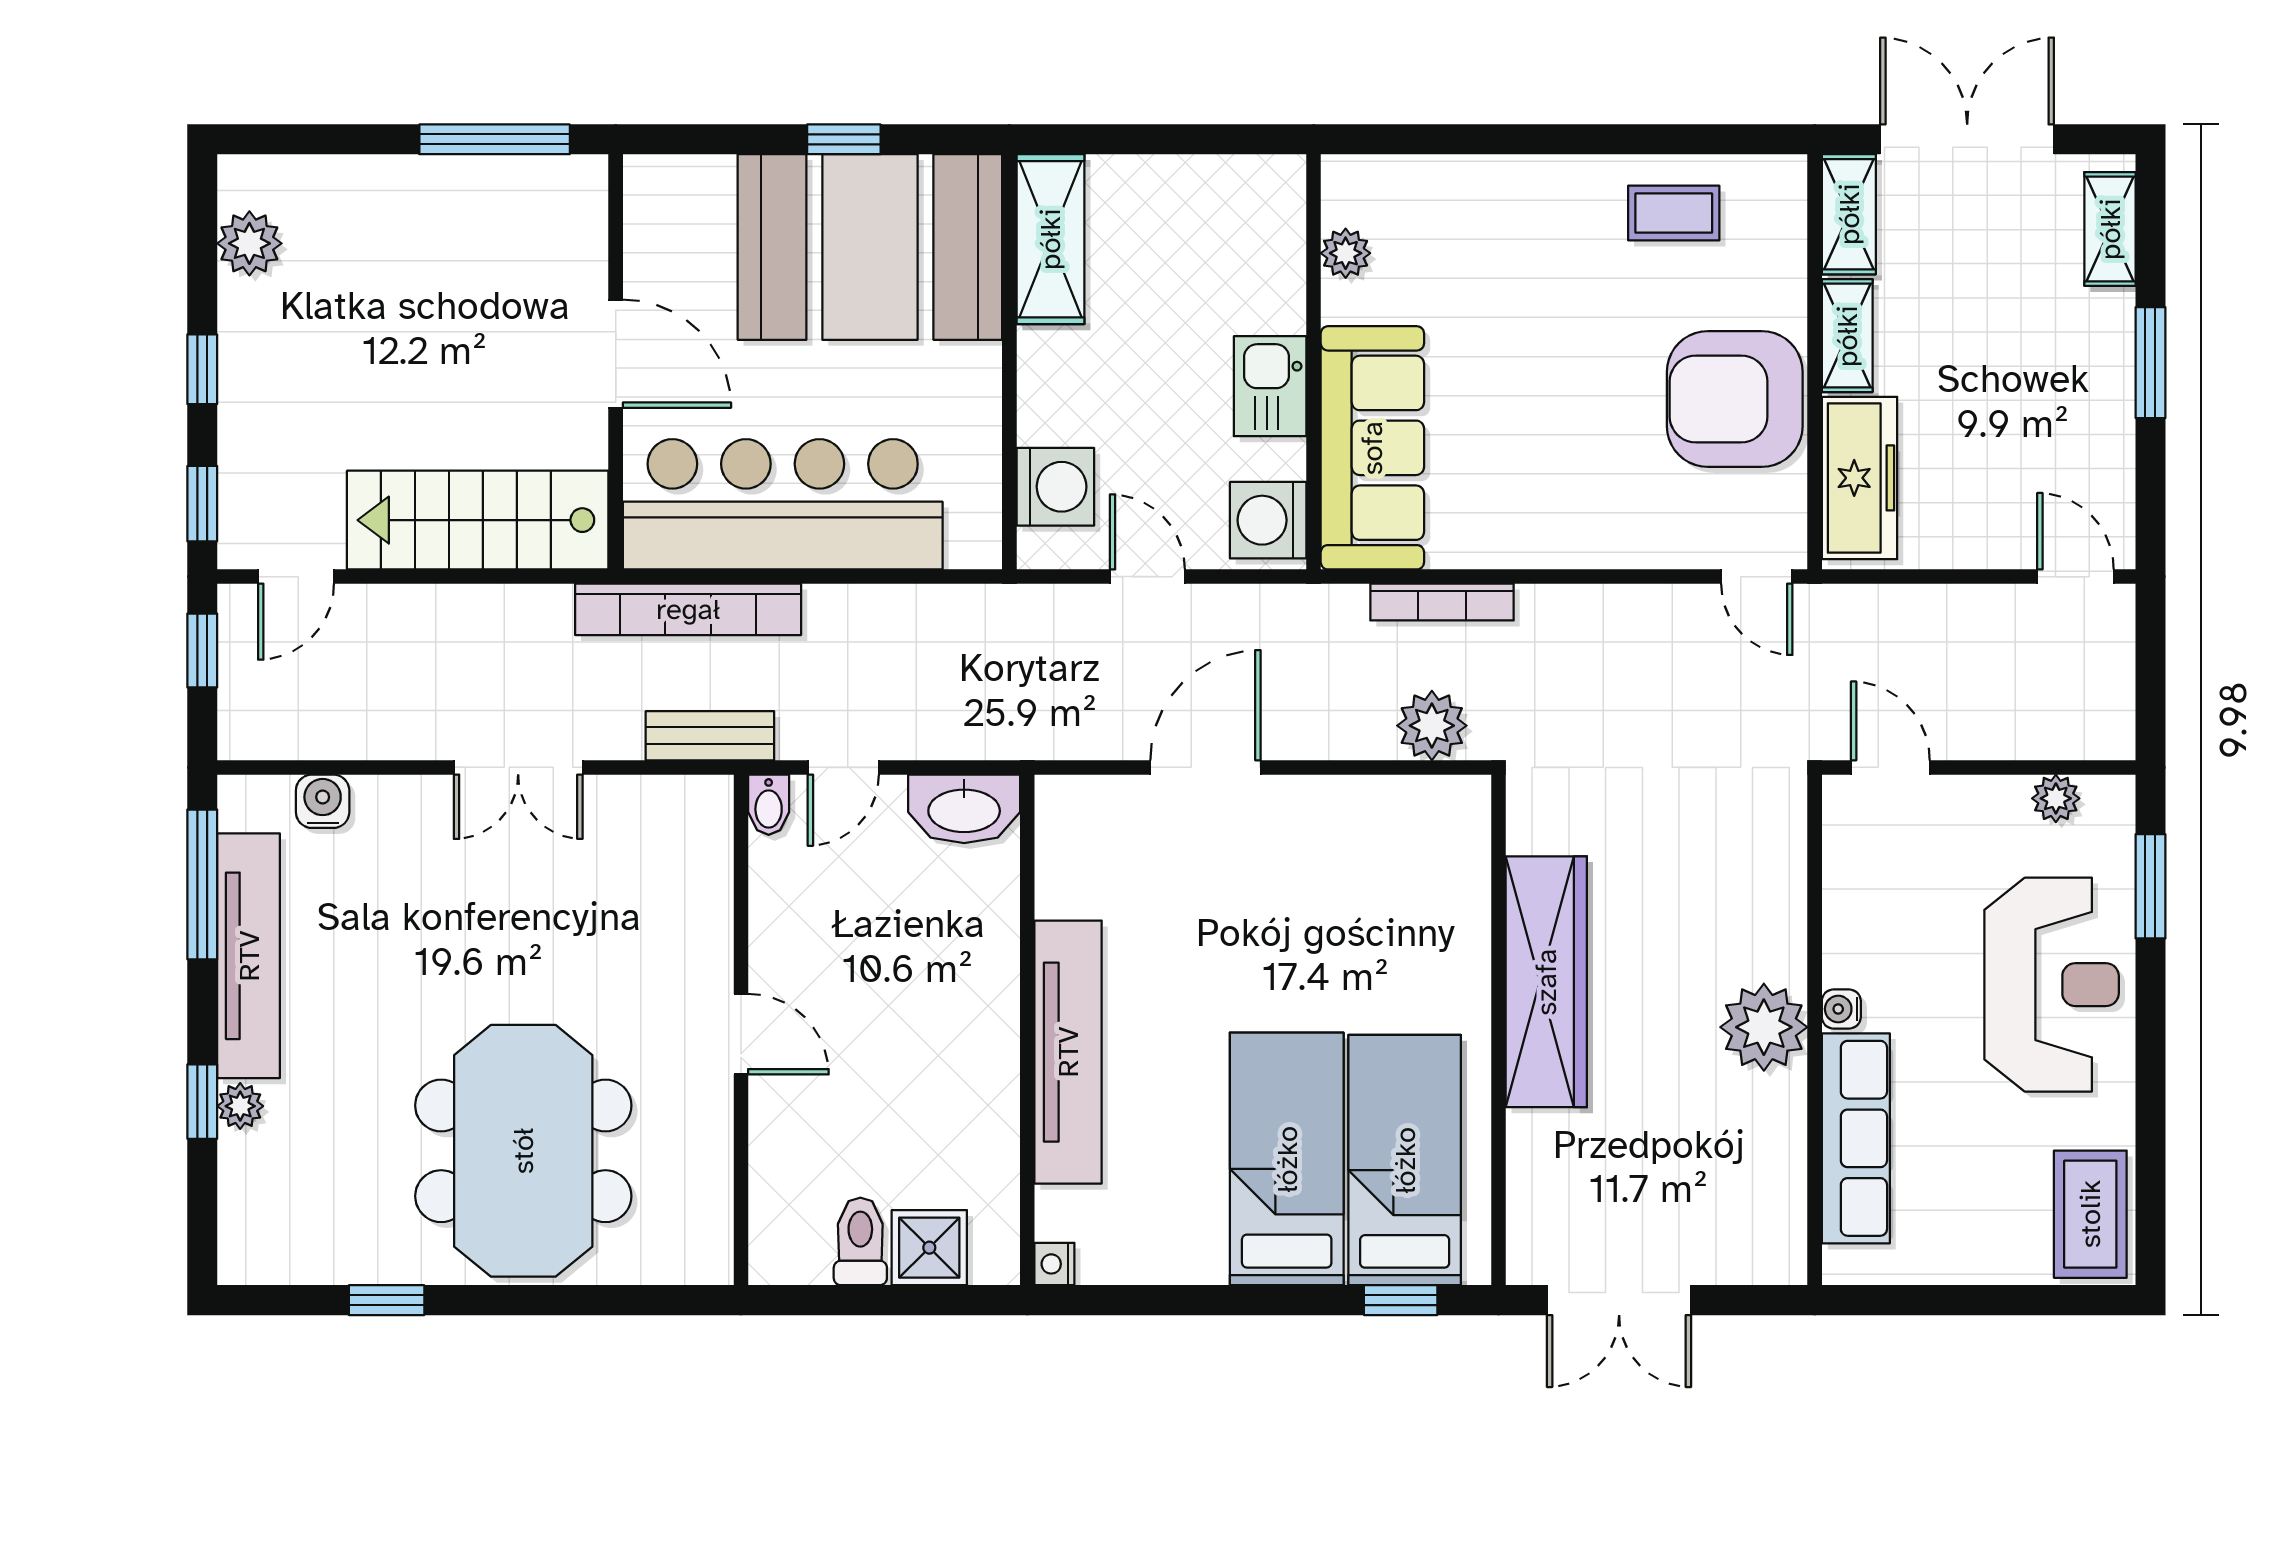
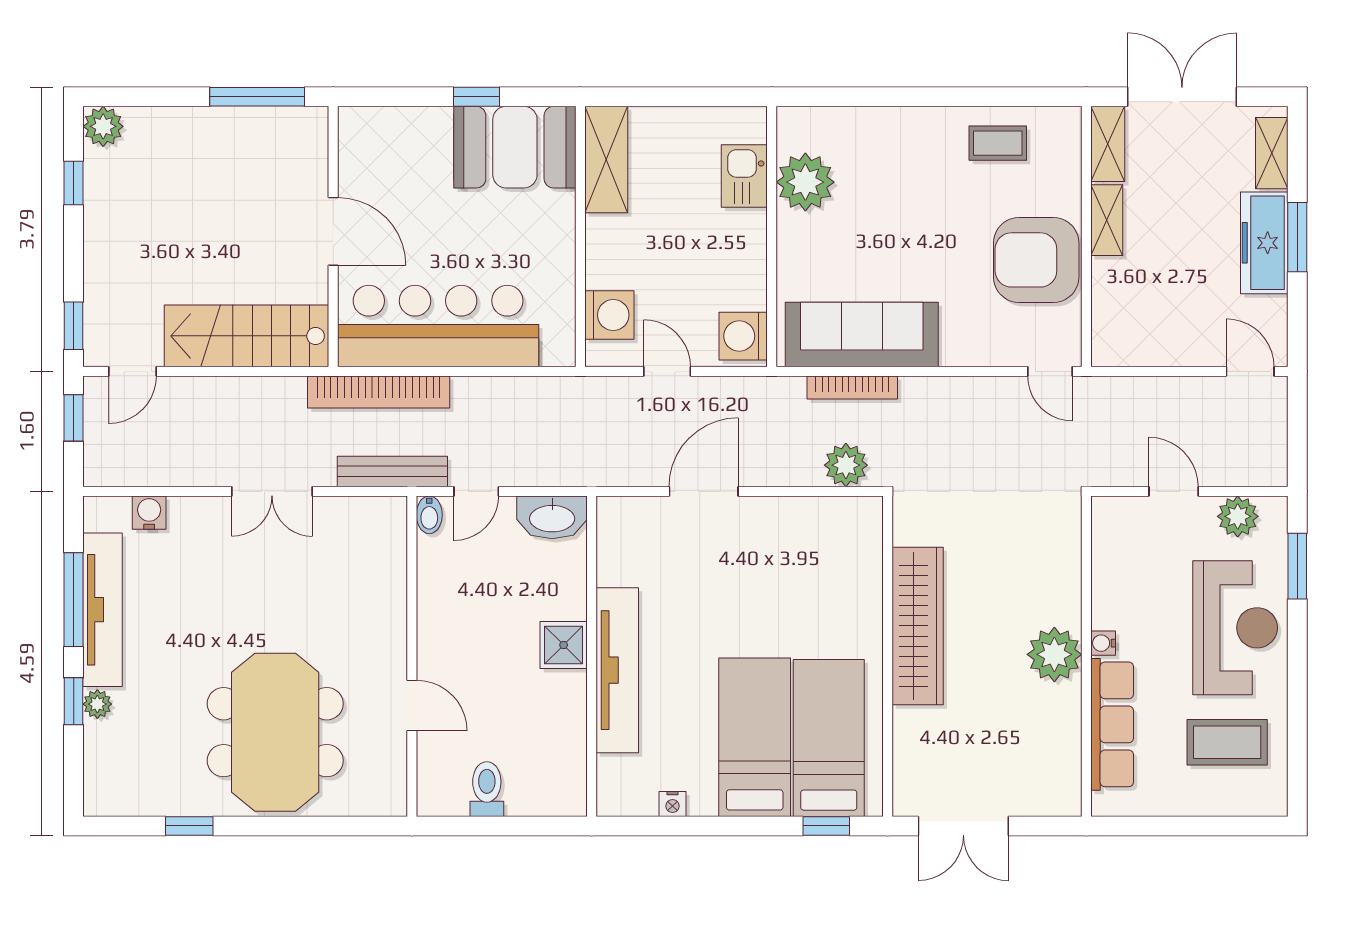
plant: (249, 243) -> (103, 126), moved
booth: (870, 247) -> (515, 147), width x0.73, depth x0.70
plant: (1346, 253) -> (805, 182), width x1.87, depth x1.87
window: (202, 369) -> (74, 183), moved
kitchen sink: (1270, 386) -> (744, 176), moved
sofa: (1372, 448) -> (862, 335), moved, turned -90
freezer: (1859, 478) -> (1264, 243), moved, turned 180
bench: (710, 736) -> (392, 471), width x1.36
door: (1890, 767) -> (1174, 491), moved
plant: (2056, 798) -> (1238, 516), width x1.38, depth x1.38
window: (202, 884) -> (74, 600), moved
door: (741, 1034) -> (412, 706), moved
coffee table: (2090, 1214) -> (1227, 742), moved, turned 90
shower: (929, 1248) -> (564, 645), moved
nightstand: (1054, 1264) -> (672, 804), moved, turned -90

